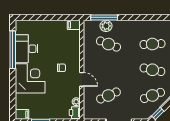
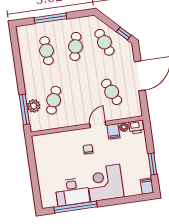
filing cabinet: (74, 25) -> (113, 131), moved

